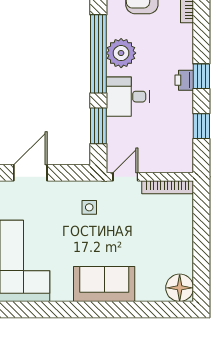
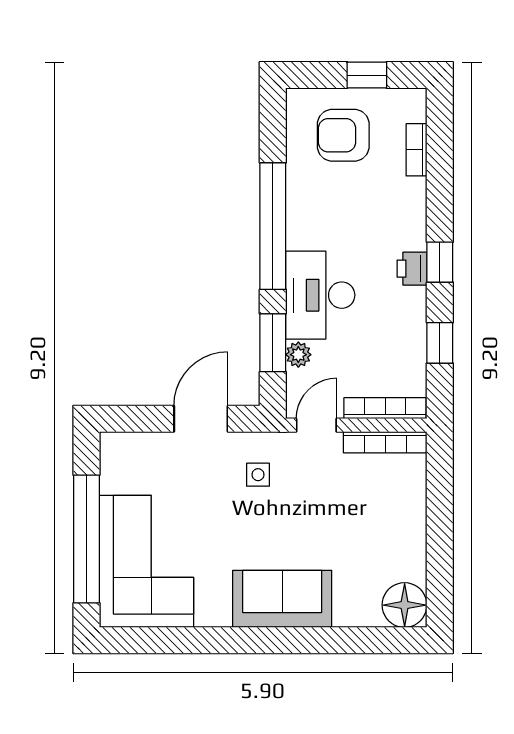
plant: (121, 53) -> (298, 355), moved, width x0.53, depth x0.53
desk: (128, 97) -> (320, 295), width x1.37
bookcase: (168, 166) -> (385, 408), added
door: (30, 173) -> (201, 419), moved

